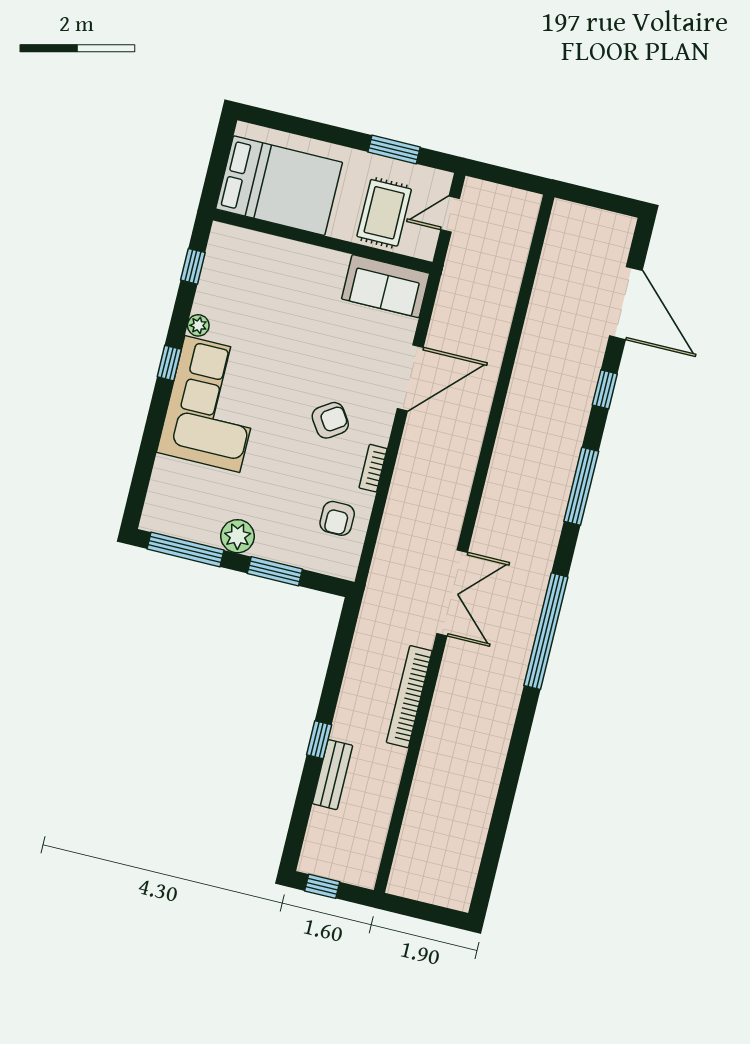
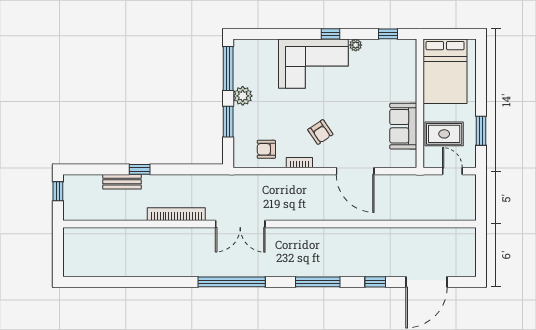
sofa: (386, 286) -> (403, 126), moved

